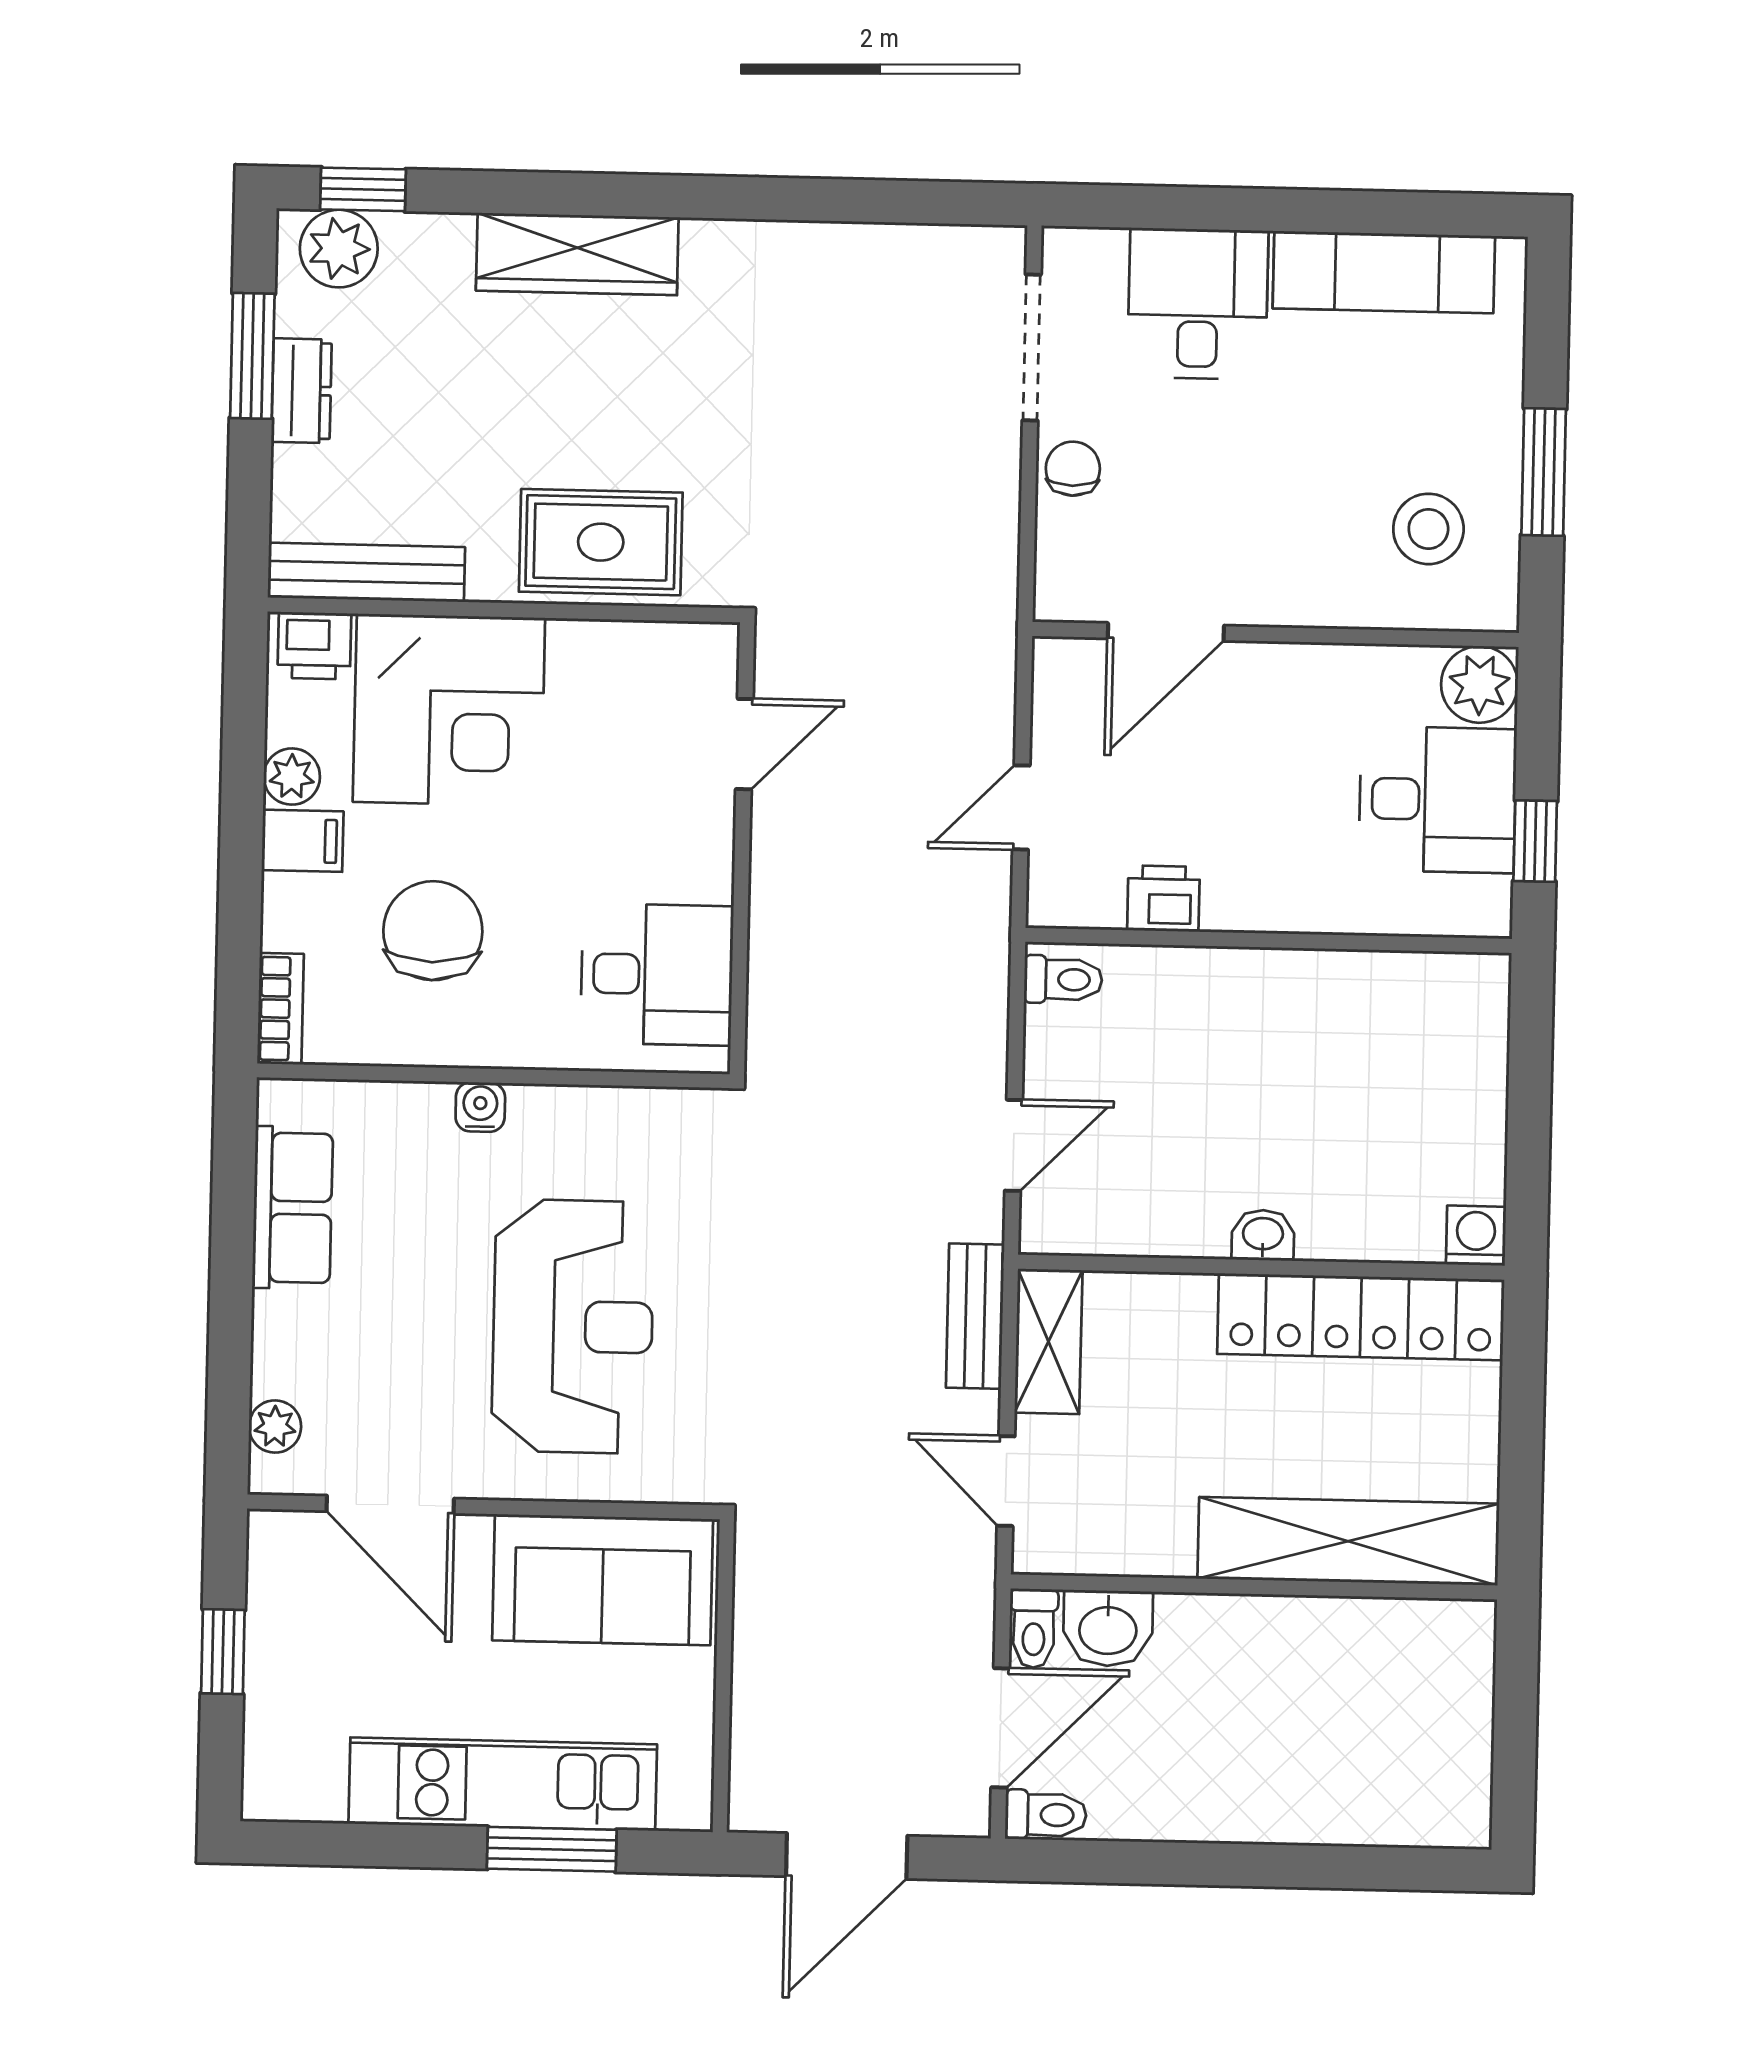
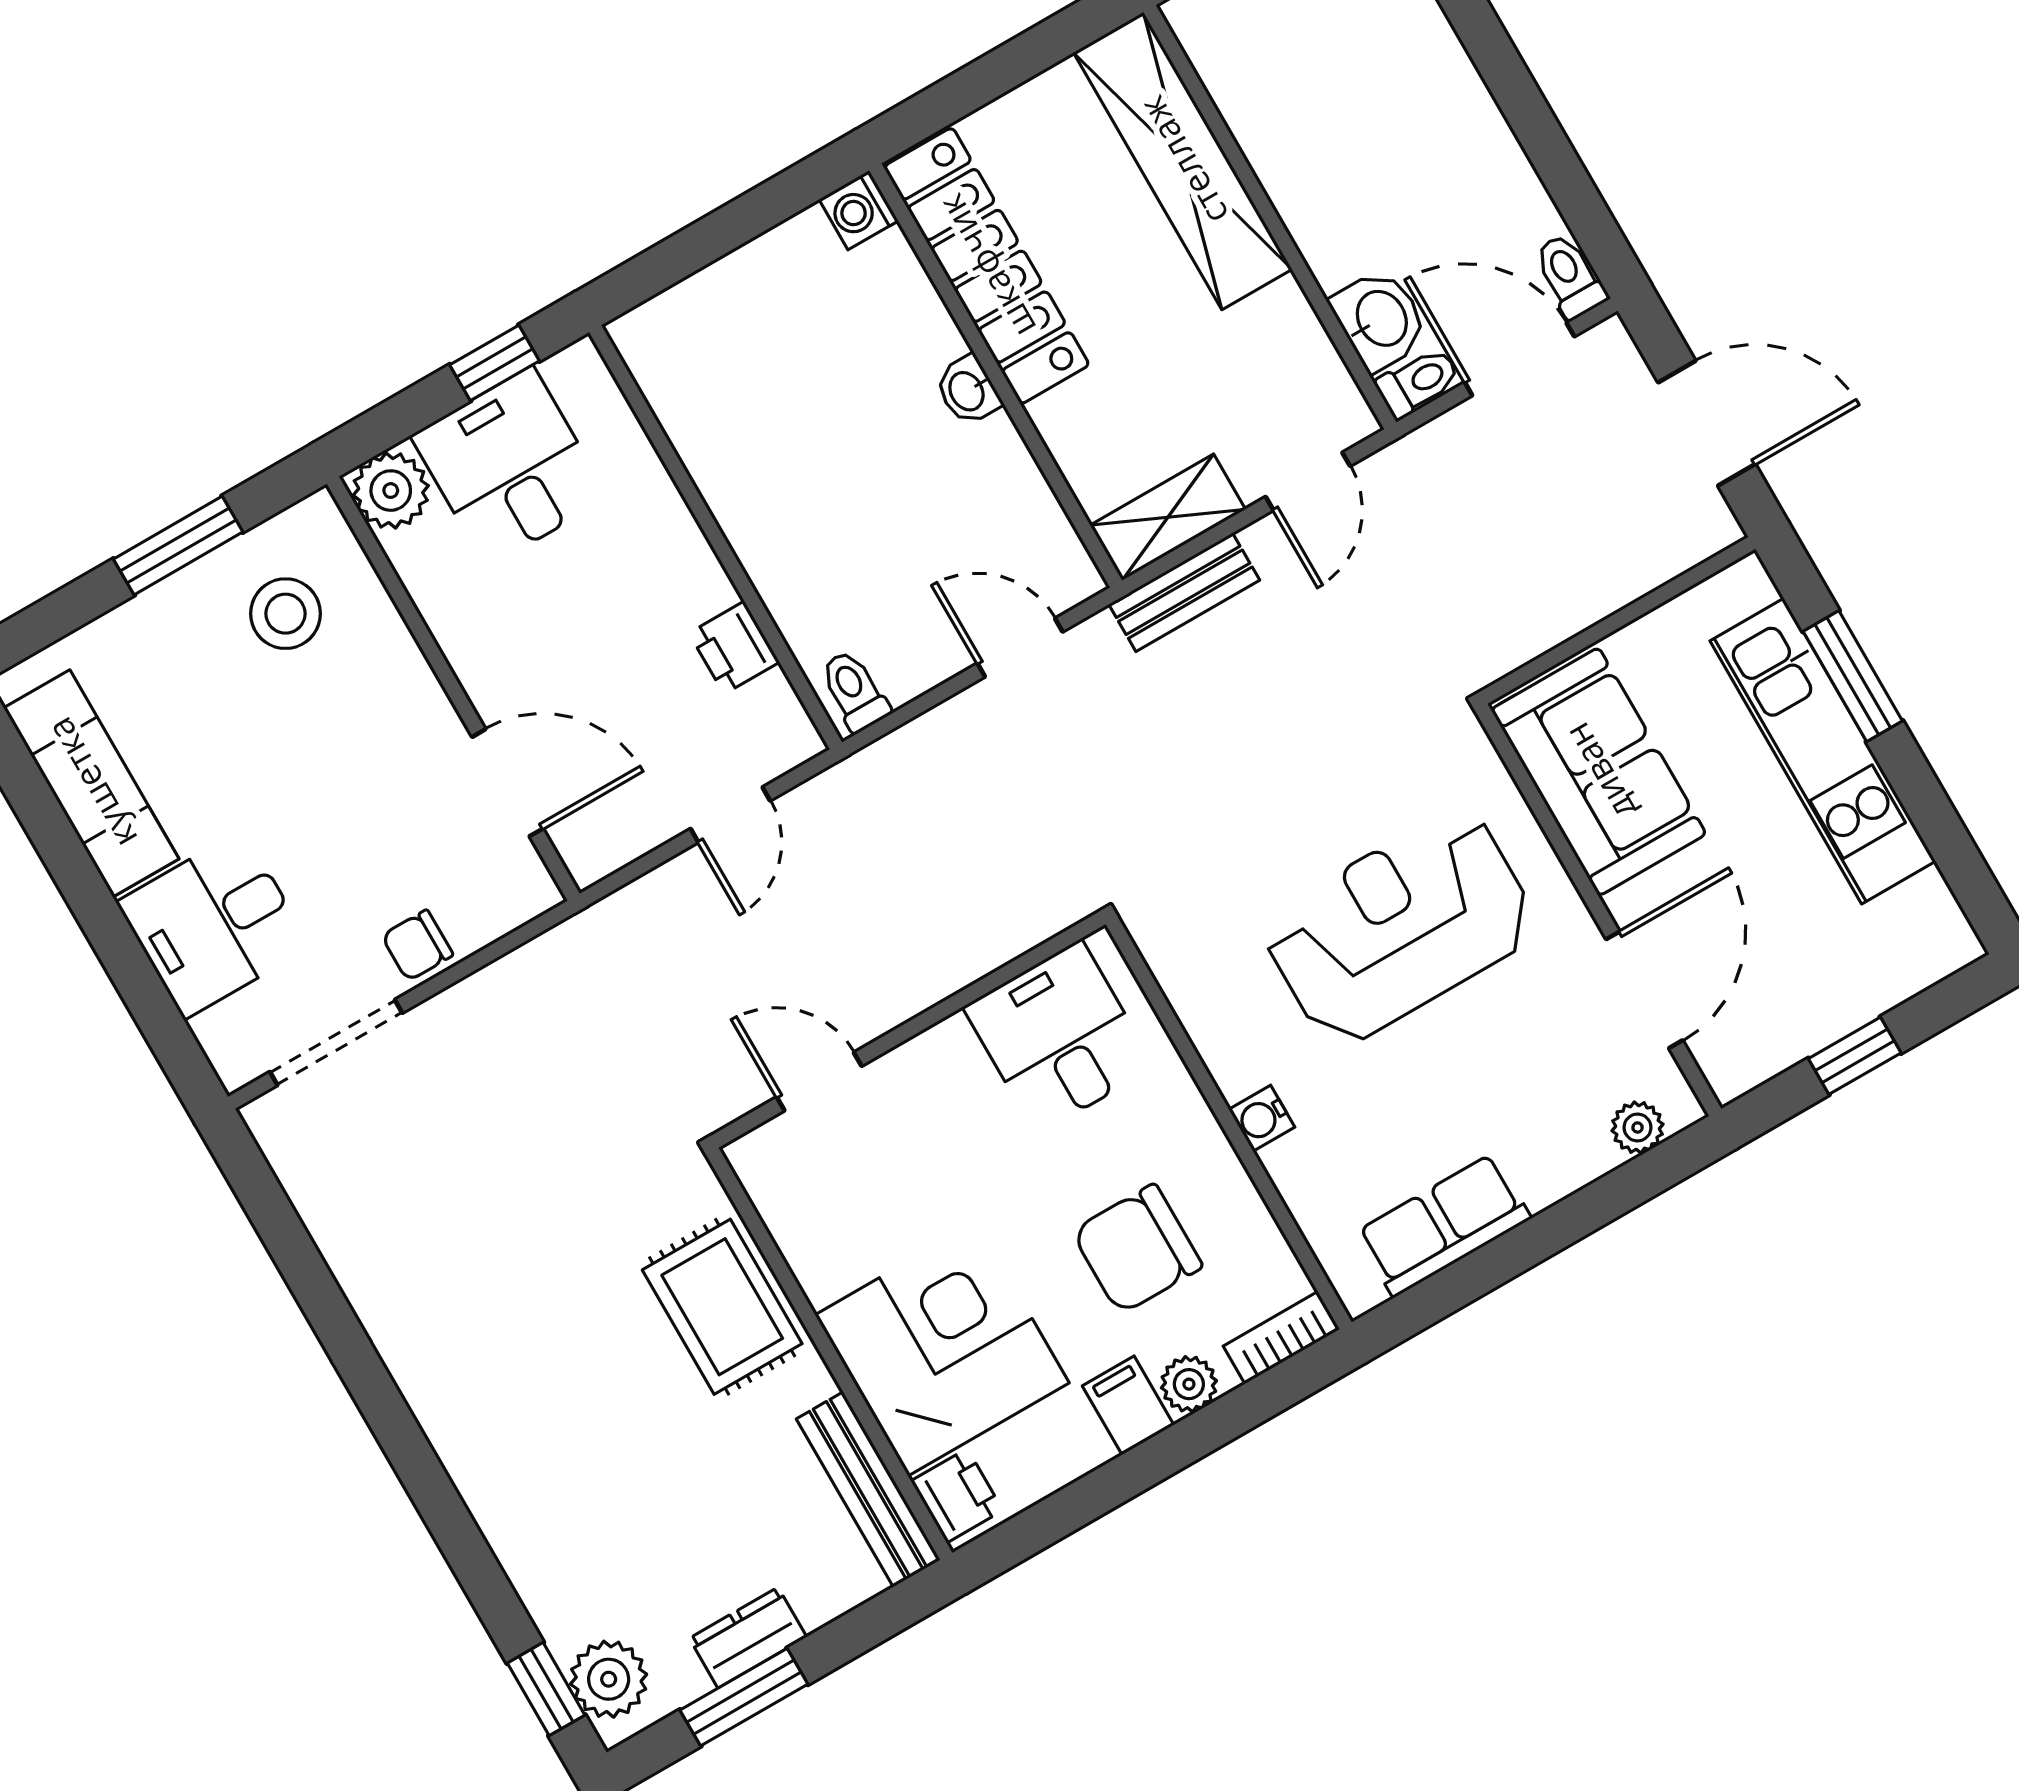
wardrobe: (577, 254) -> (491, 1475), removed
plant: (292, 777) -> (1189, 1384), moved
door: (1021, 807) -> (730, 815), hinge flipped

